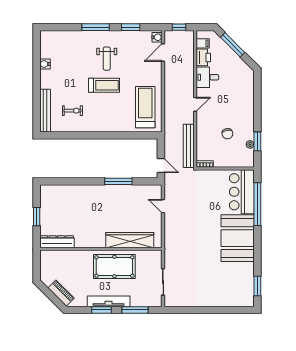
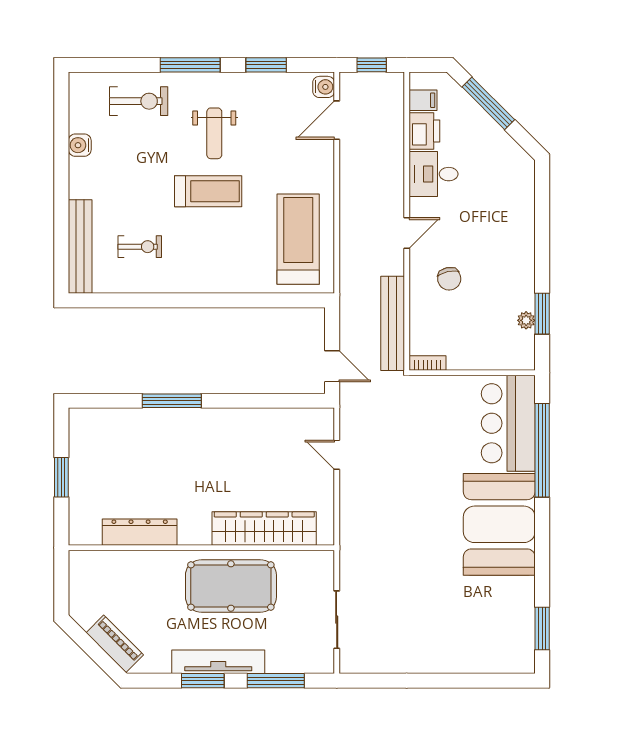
exercise bike: (72, 44) -> (139, 101), added
chair: (227, 134) -> (449, 279), moved
window: (118, 181) -> (172, 401), moved
dresser: (57, 242) -> (140, 532), moved

